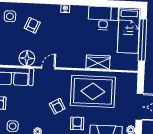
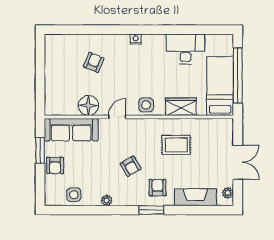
side table: (10, 16) -> (146, 105), moved
bed: (129, 30) -> (220, 86), moved, turned 180
rug: (93, 91) -> (176, 145), width x0.54, depth x0.49

